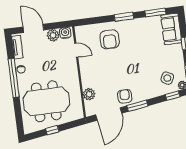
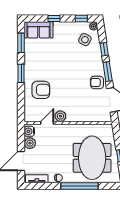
window: (14, 78) -> (80, 186), moved
plant: (89, 94) -> (60, 116), moved
window: (173, 96) -> (104, 49), moved

